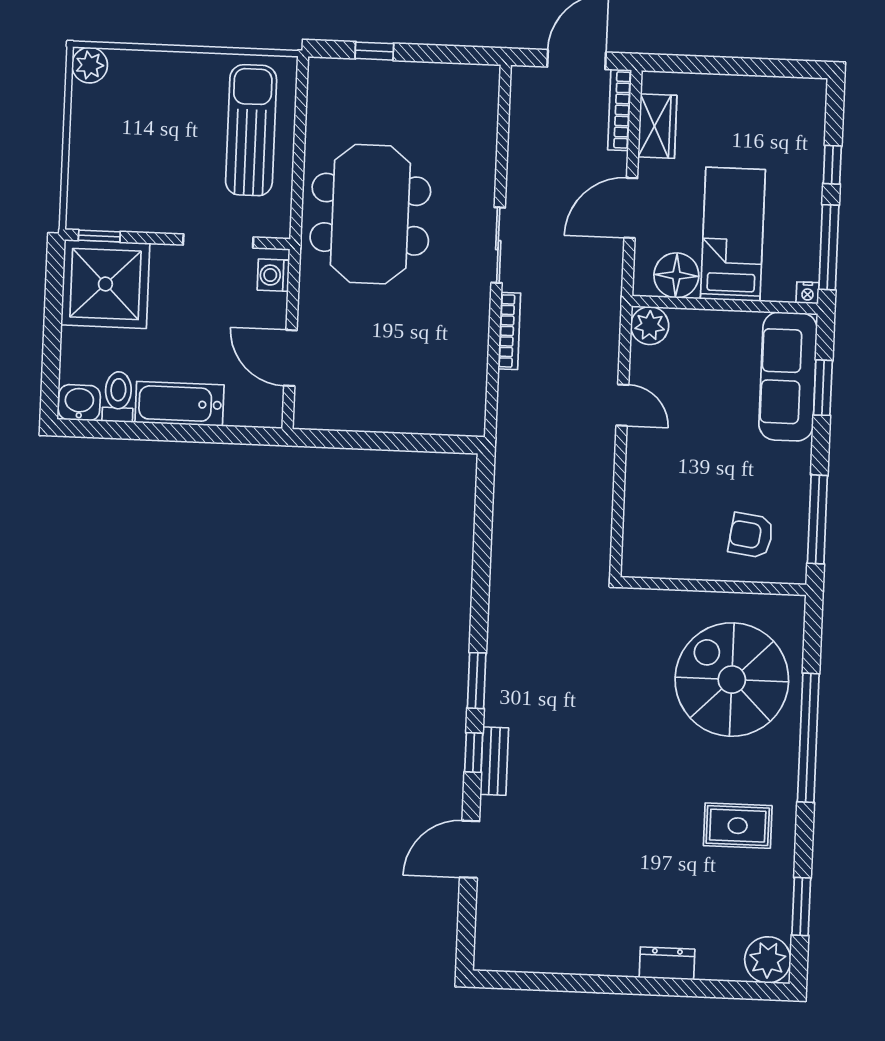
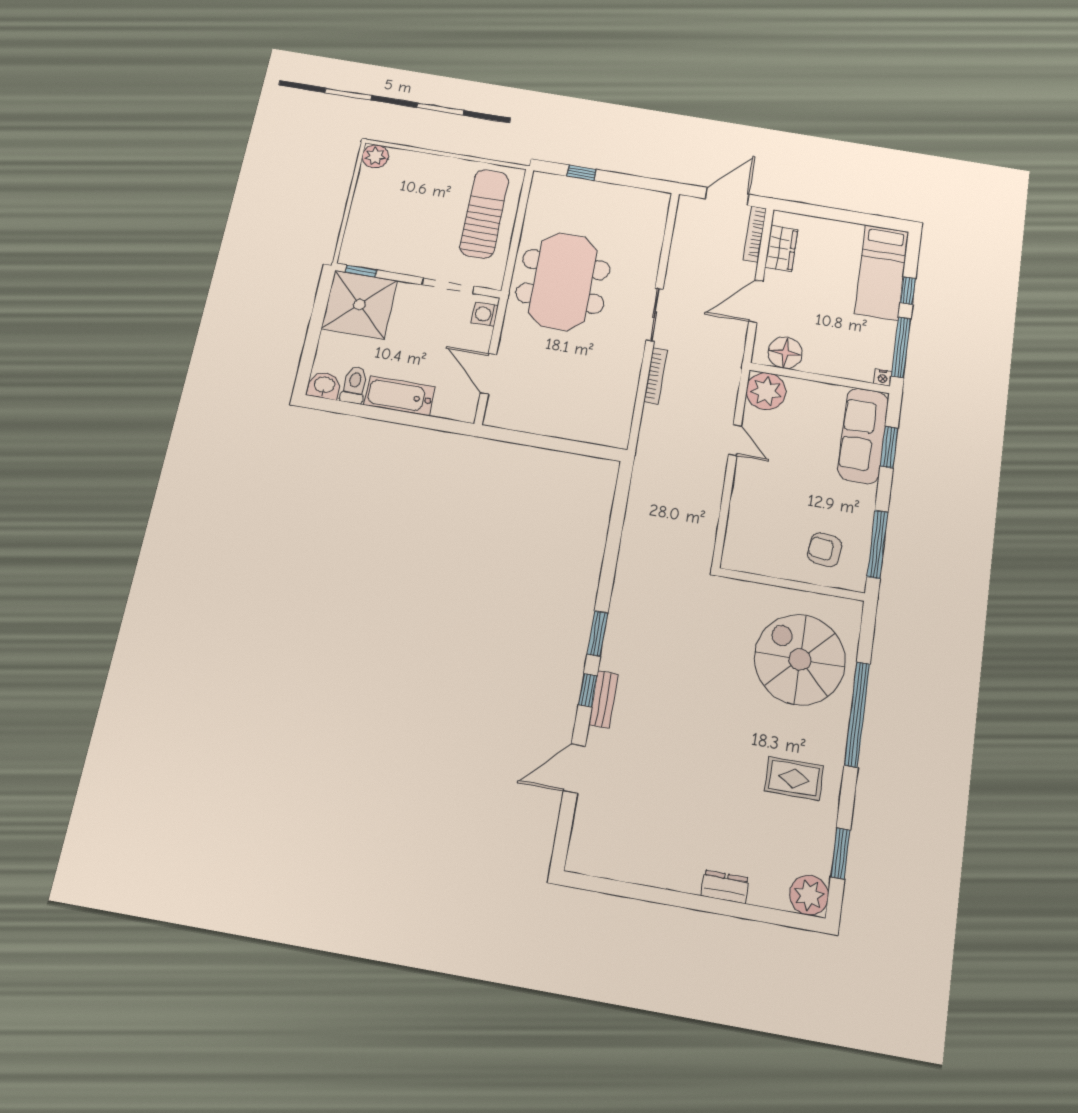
bed: (733, 234) -> (882, 272), moved, turned 180
plant: (650, 326) -> (766, 391), width x1.36, depth x1.36

